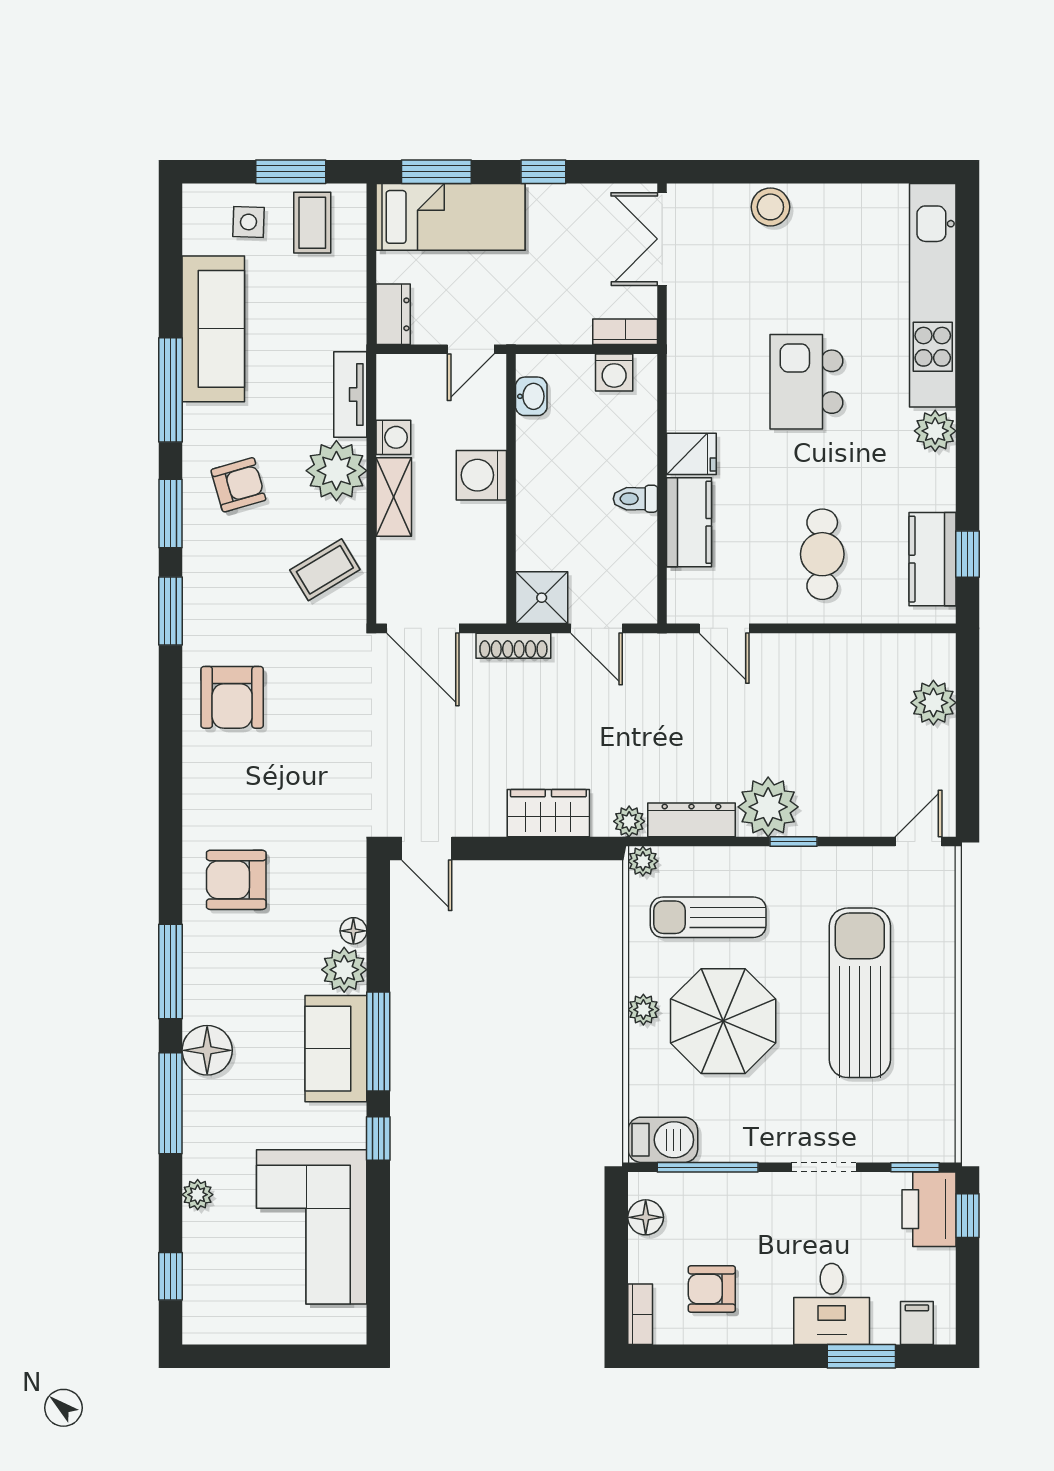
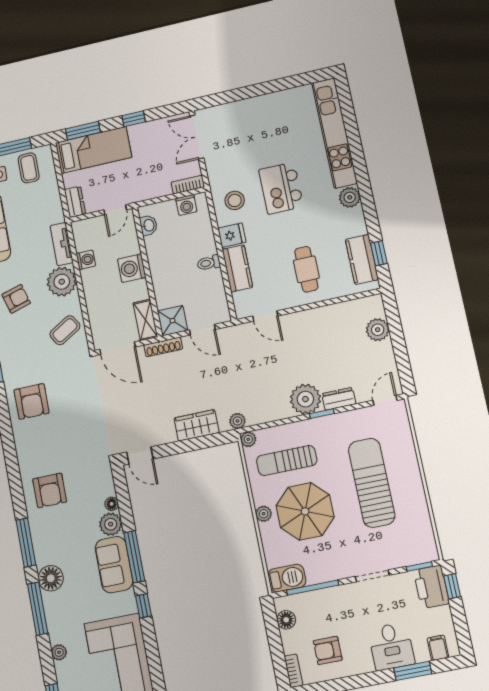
stool: (770, 207) -> (235, 200), moved
shelving: (394, 497) -> (145, 320), moved
dresser: (691, 820) -> (339, 399), moved, width x0.70
armchair: (236, 880) -> (50, 490), turned -90

